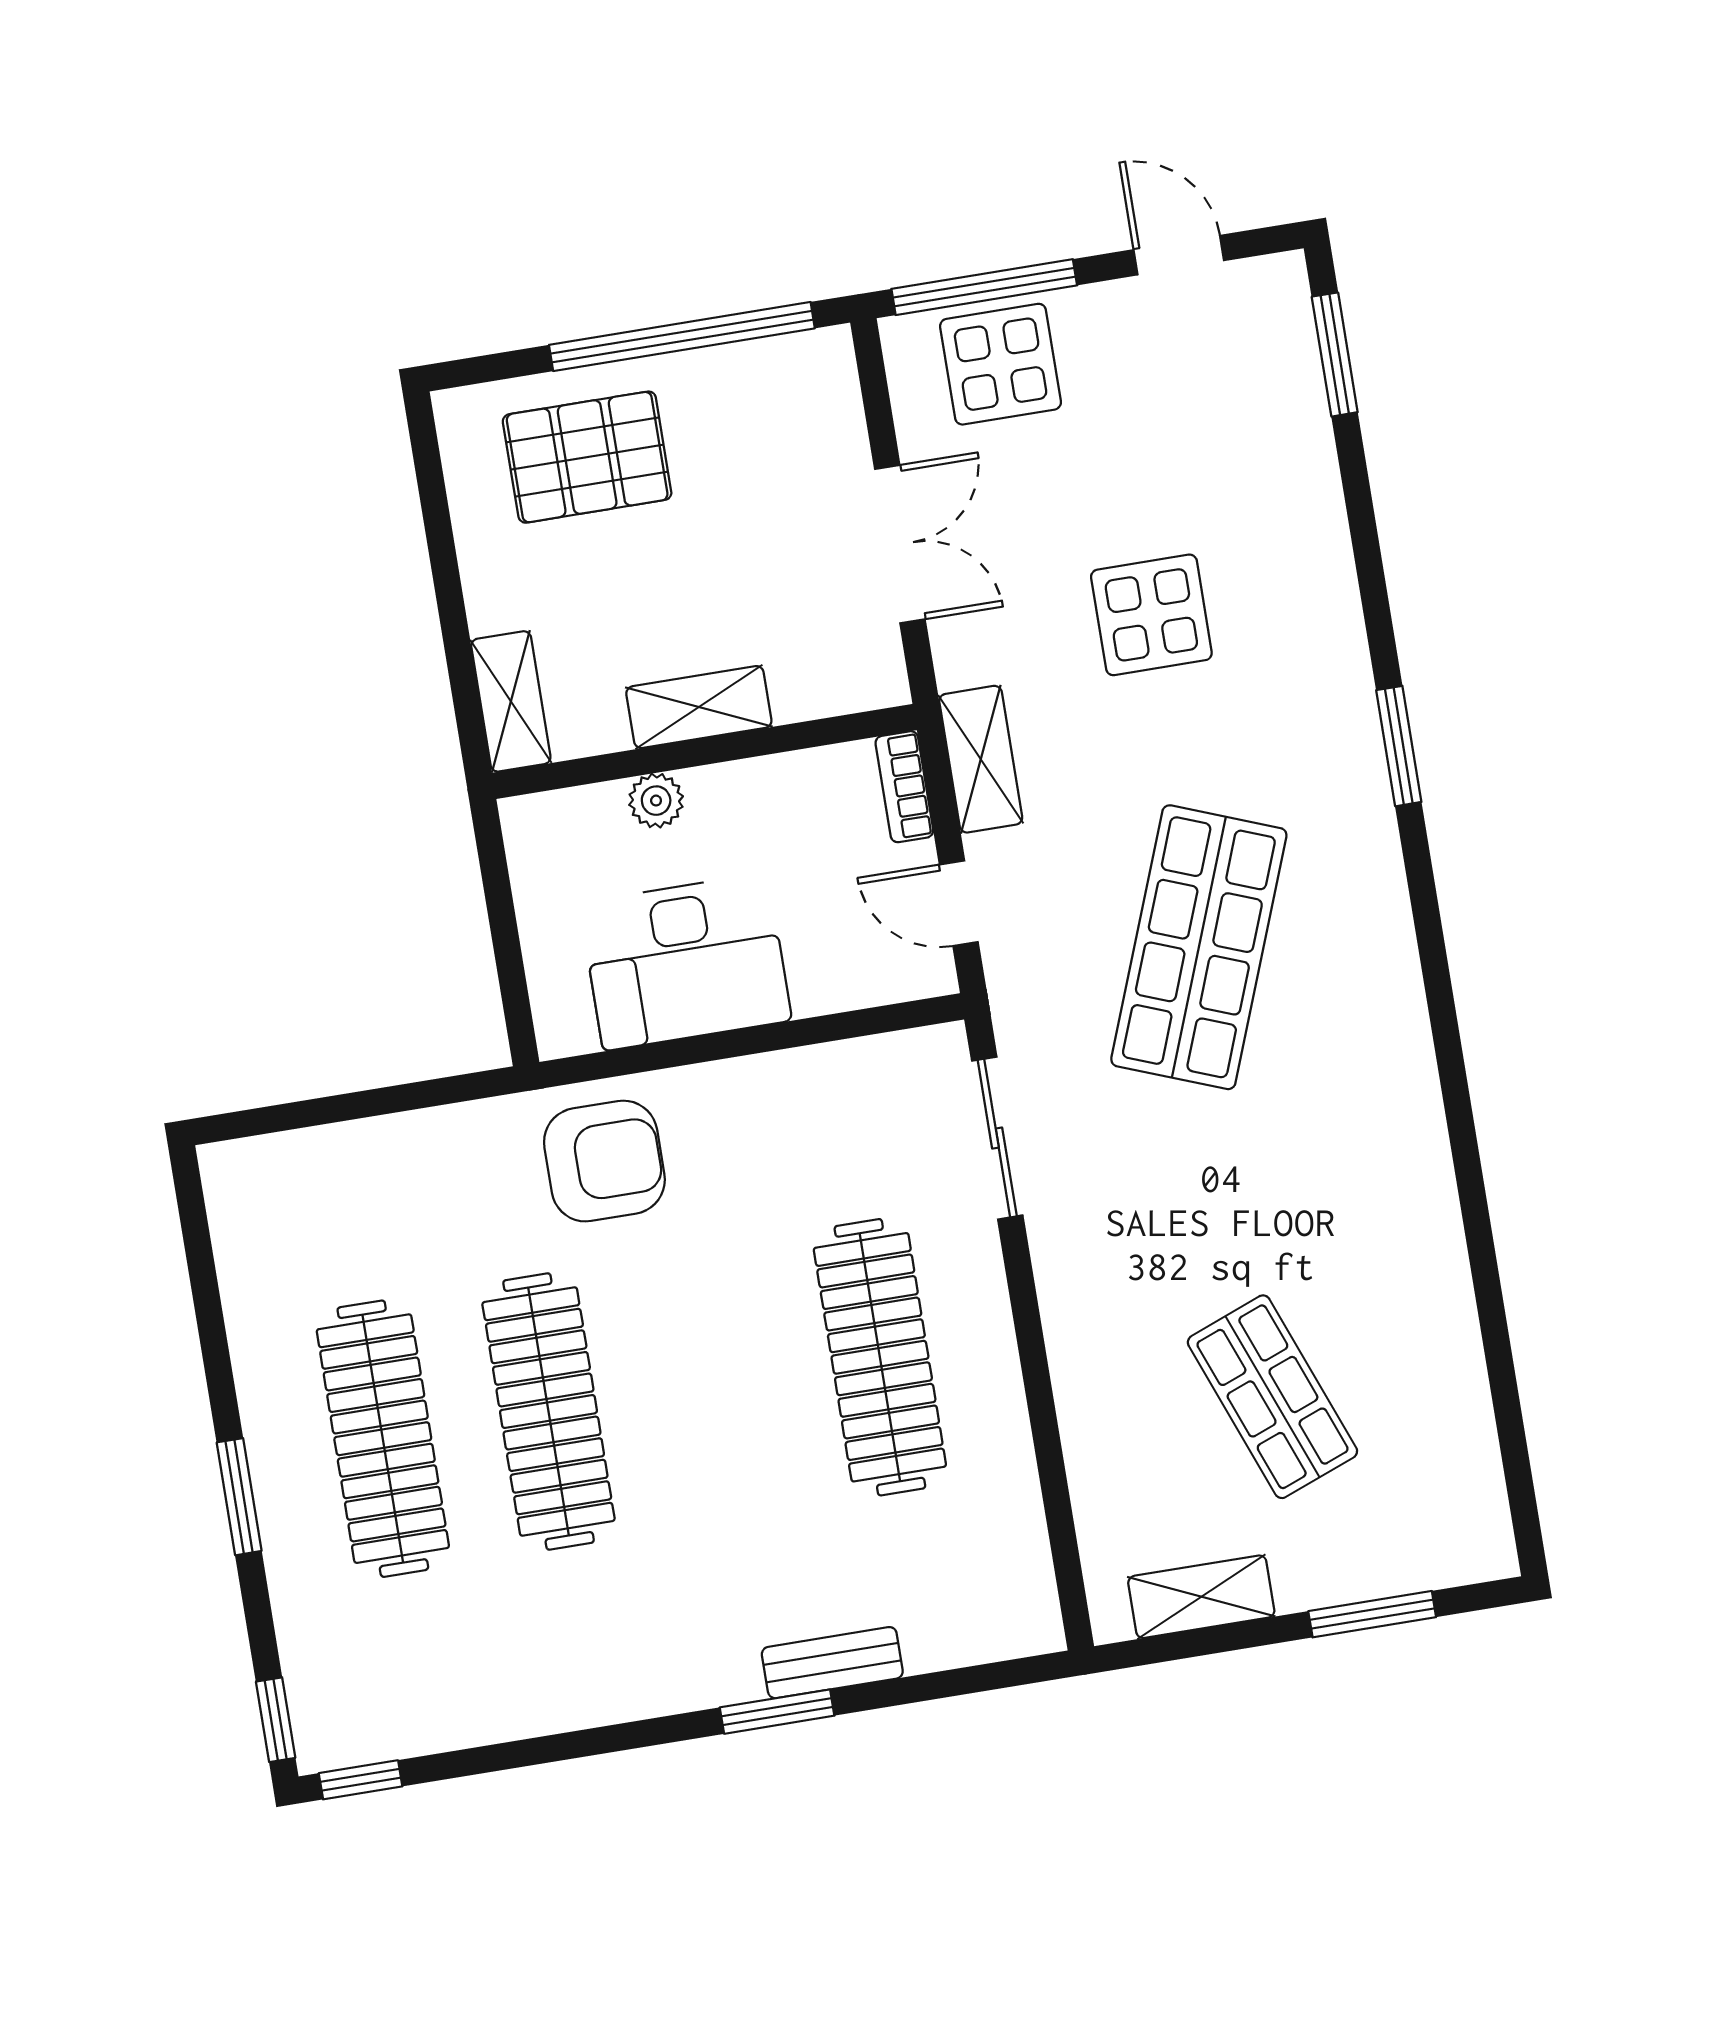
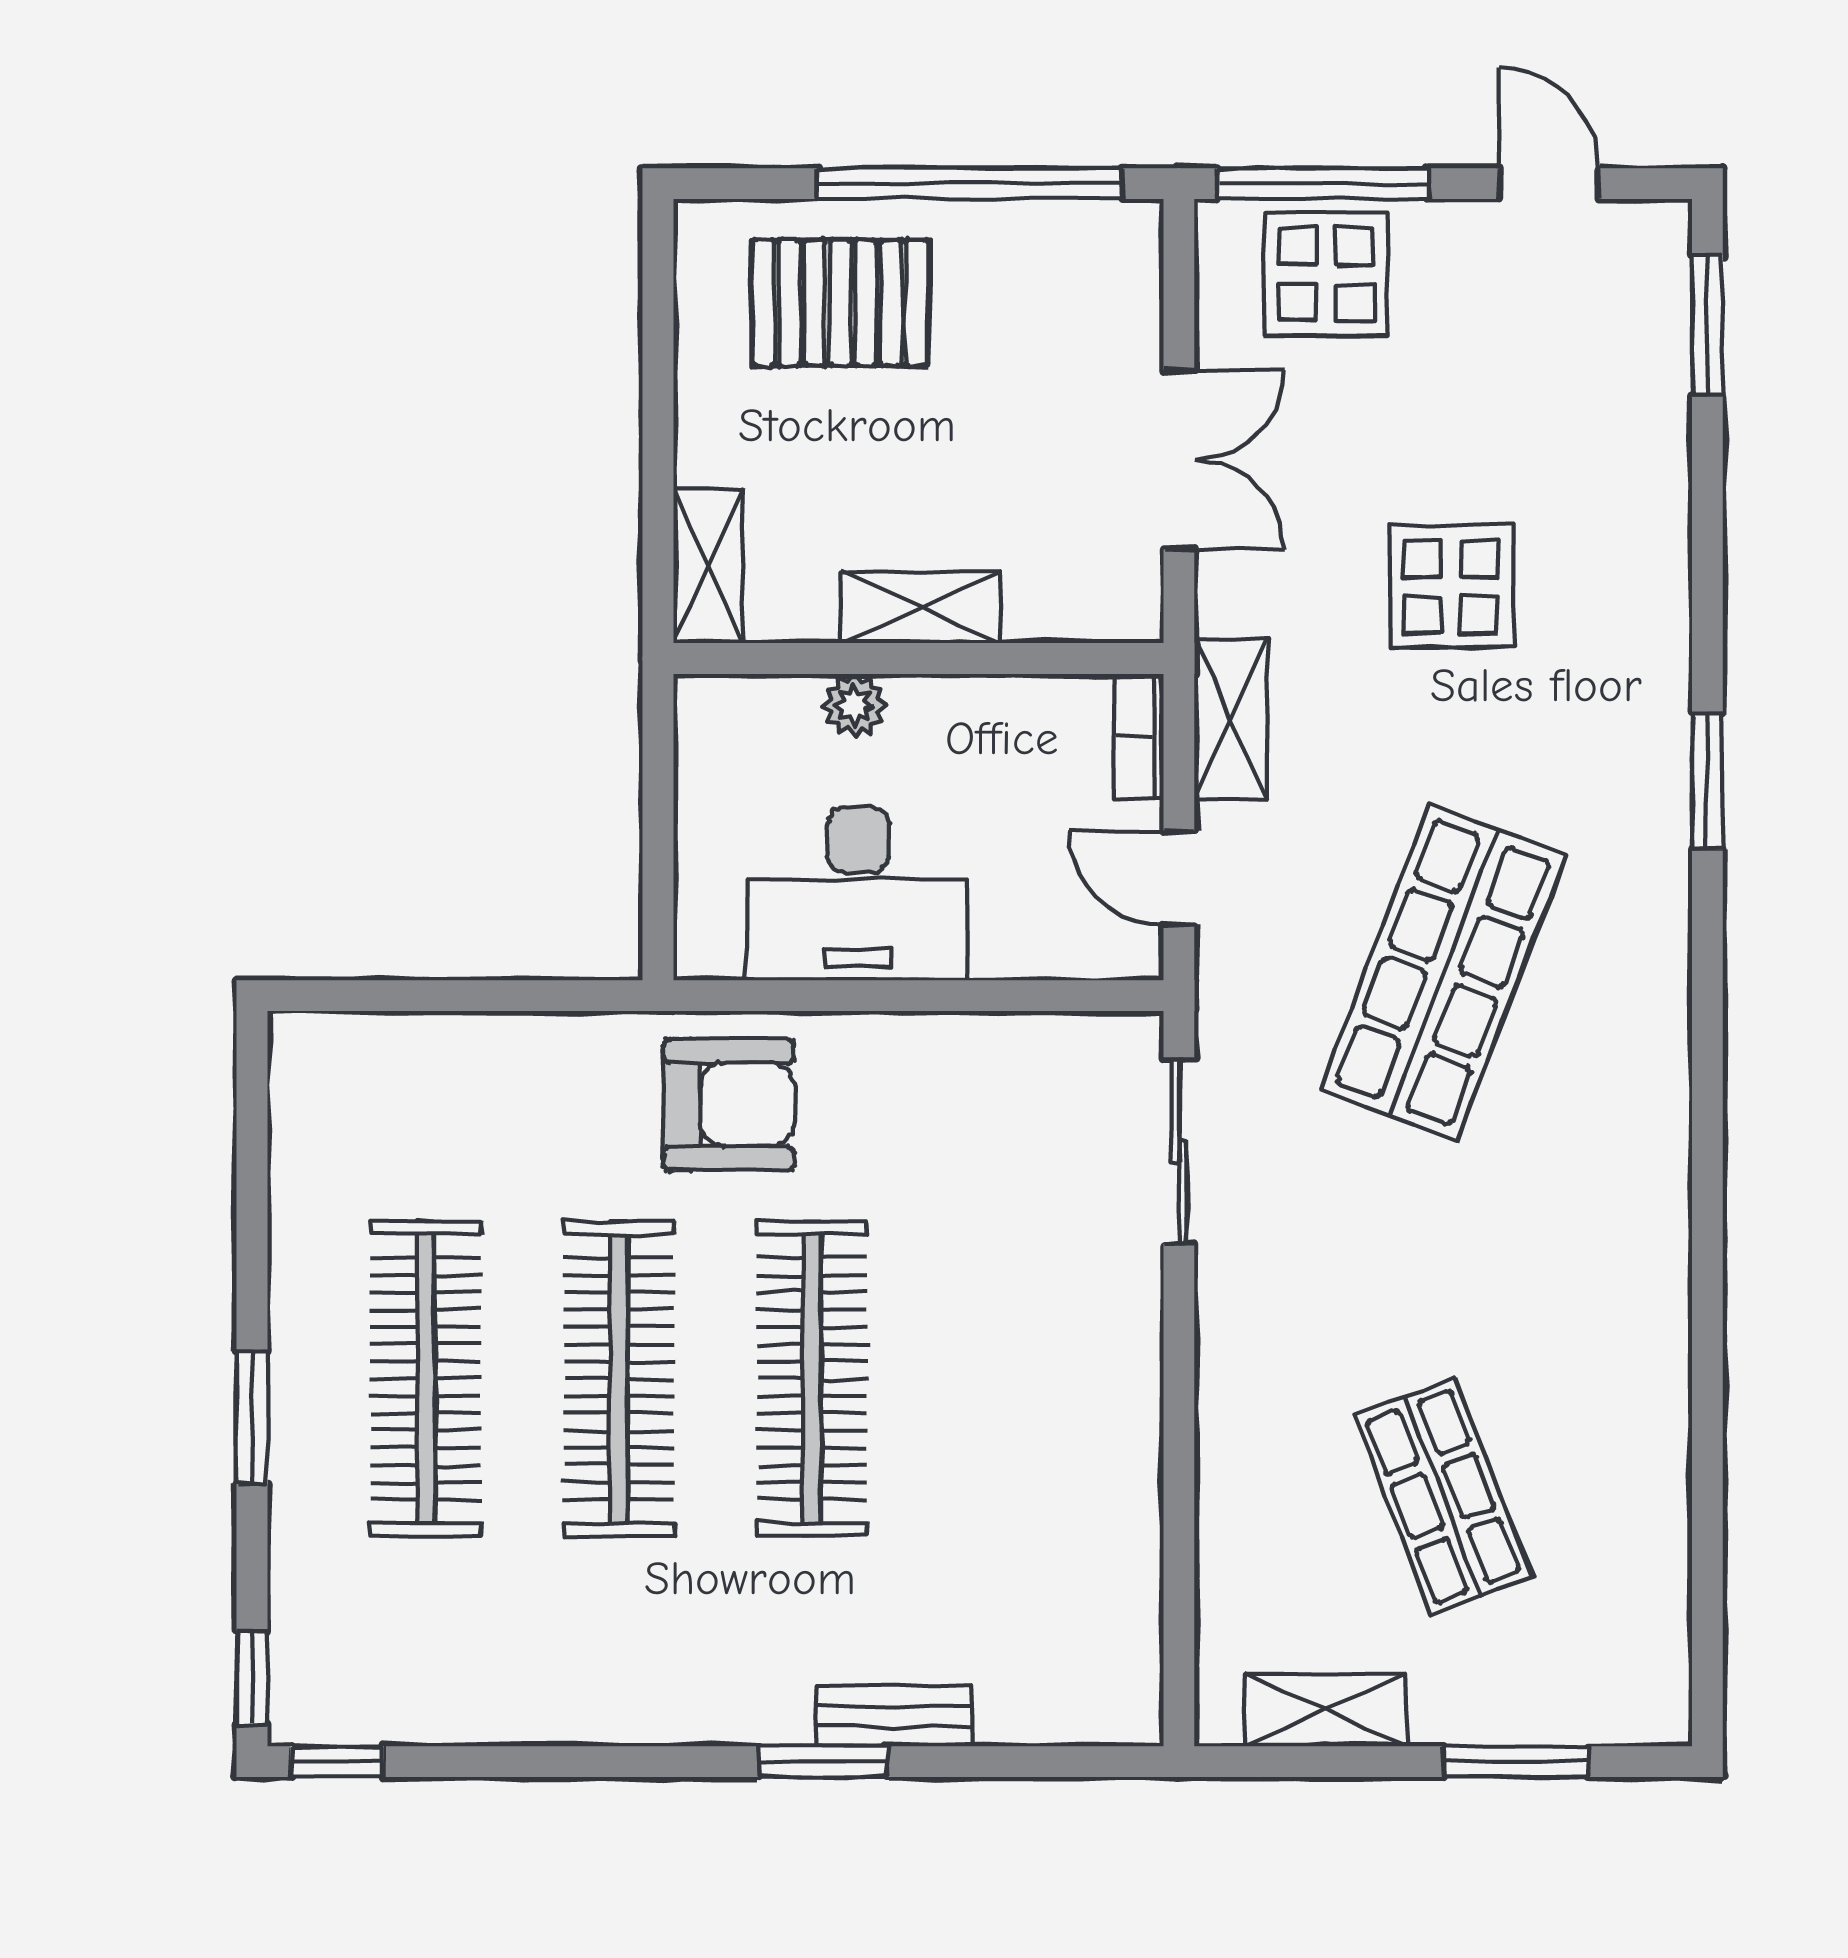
clothes rail: (880, 1357) -> (812, 1379), moved

